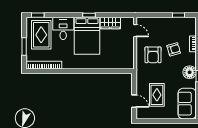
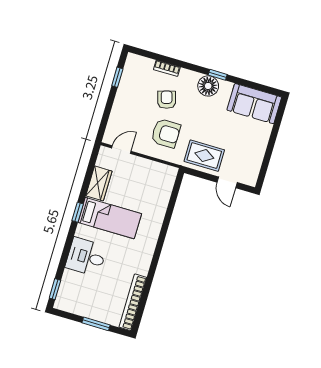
rug: (41, 35) -> (86, 293), removed
bed: (87, 36) -> (110, 218), width x0.67
rug: (157, 95) -> (204, 156), moved
door: (134, 101) -> (227, 182), swing flipped

